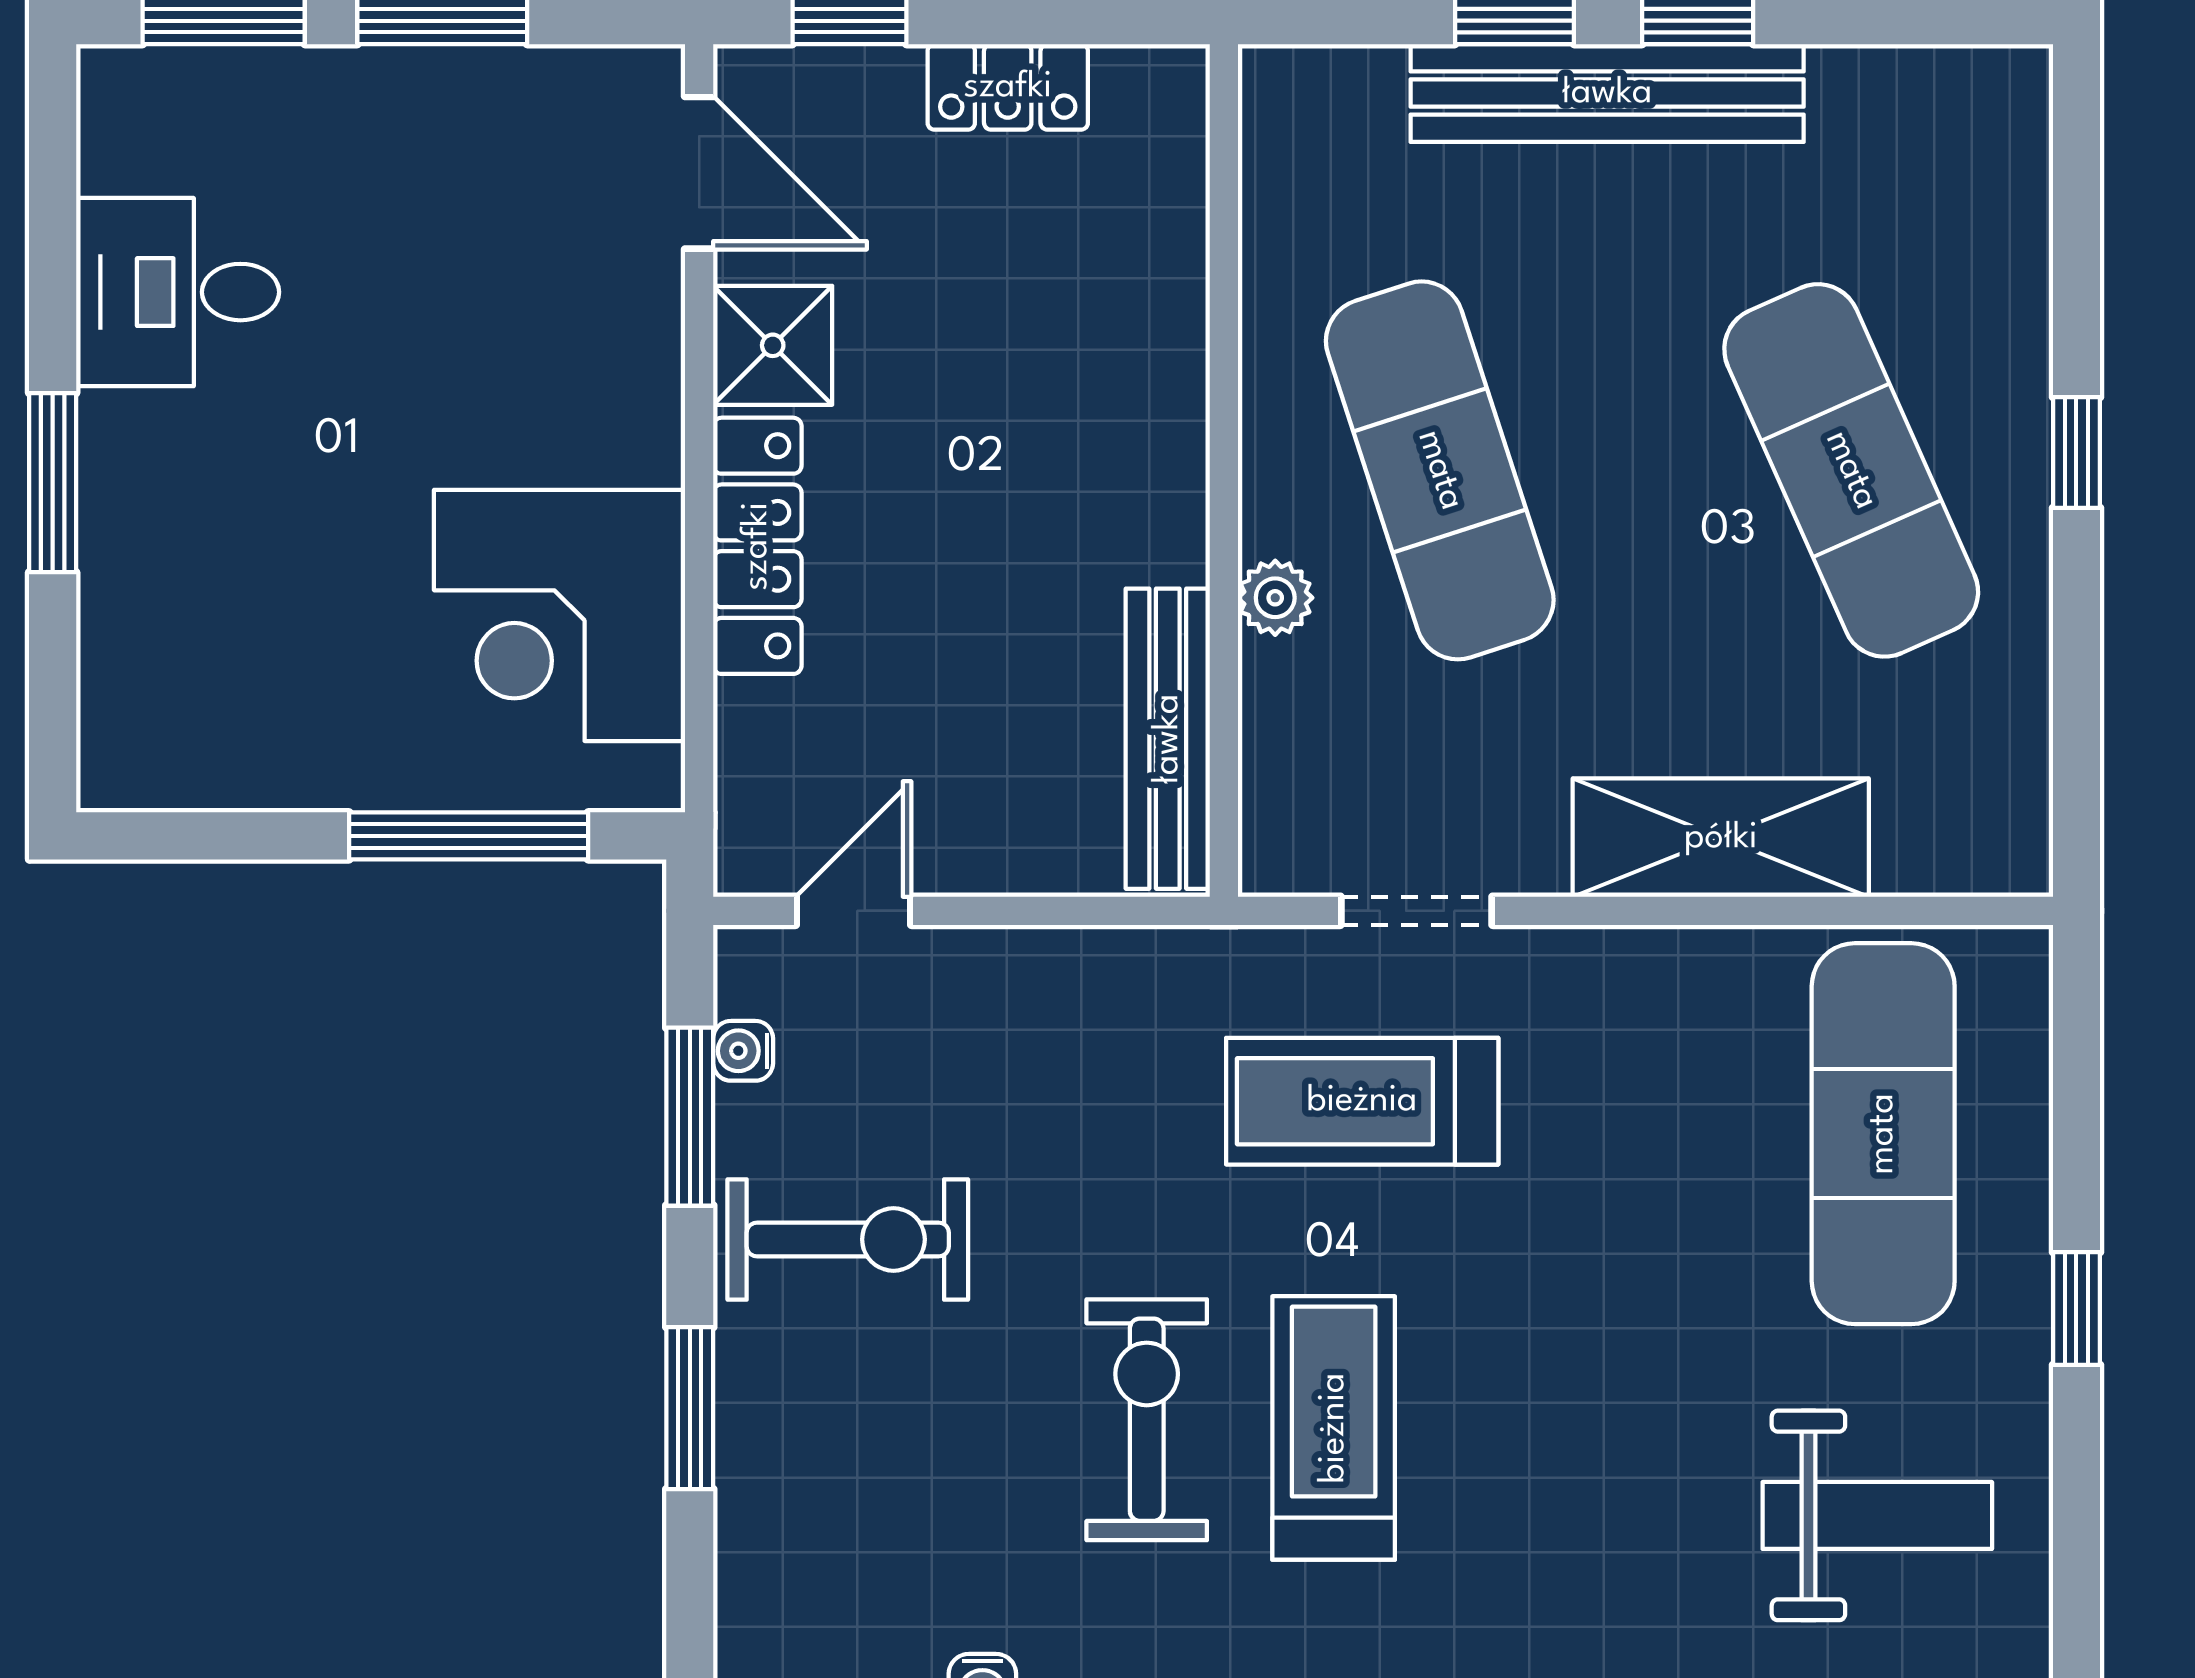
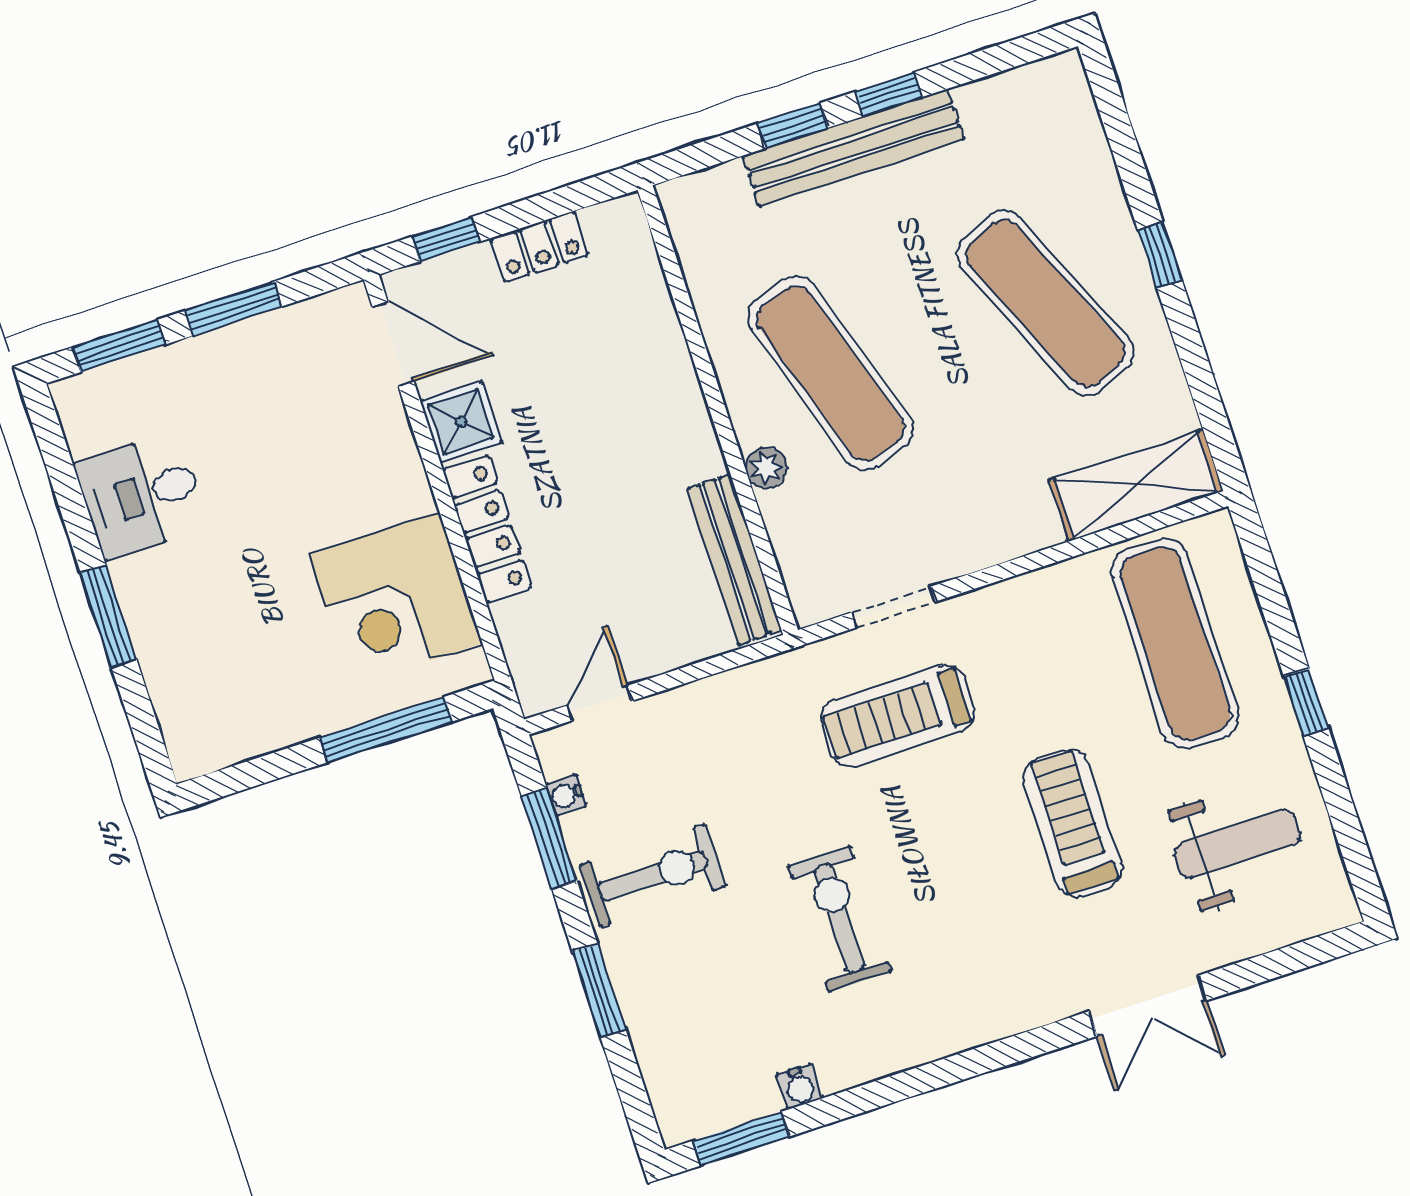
shelving: (1721, 838) -> (1136, 485), moved
treadmill: (1334, 1428) -> (1073, 823), moved

